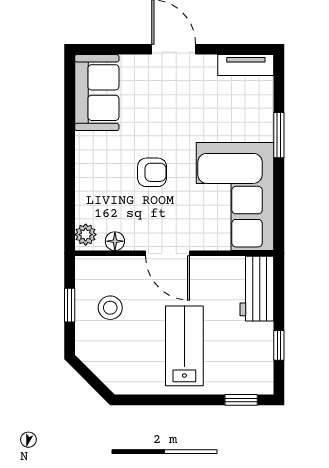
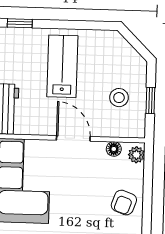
armchair: (152, 172) -> (124, 203), moved, turned -70
lab bench: (184, 346) -> (62, 66), turned 180

